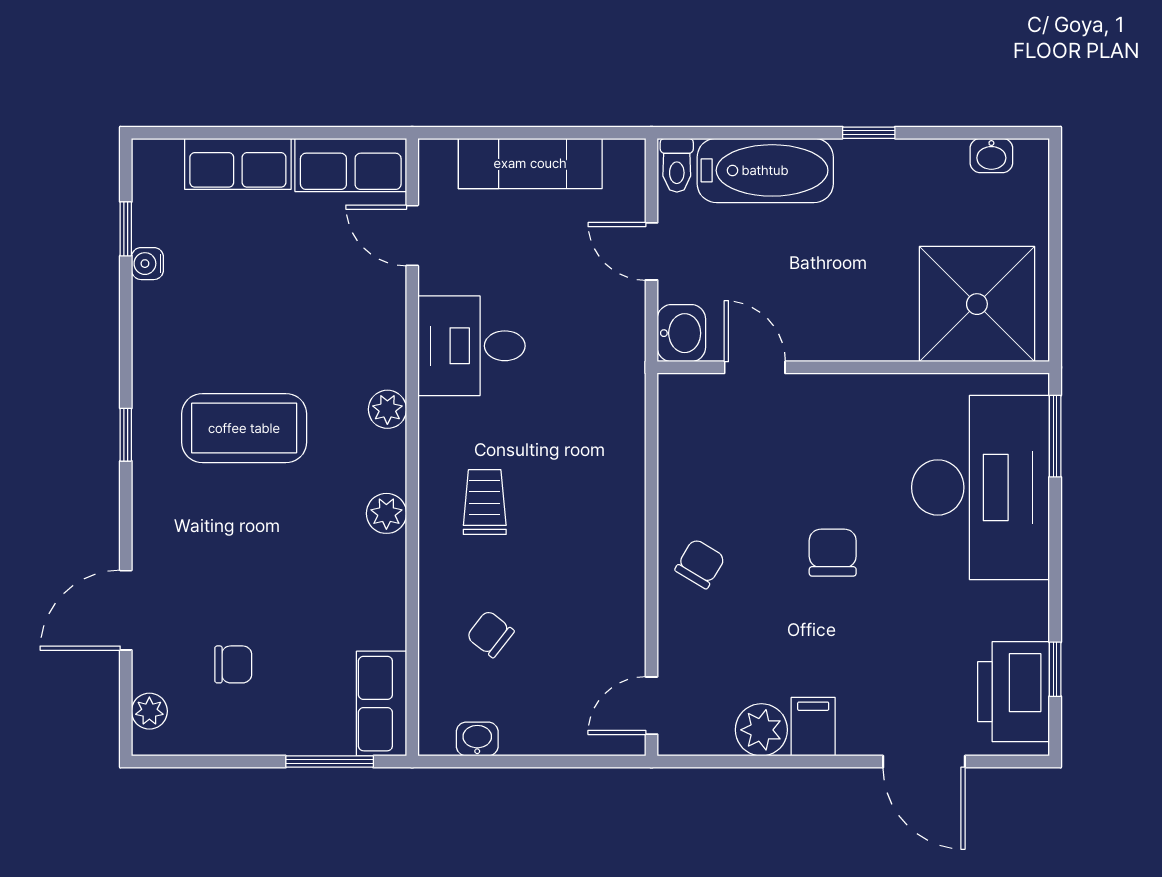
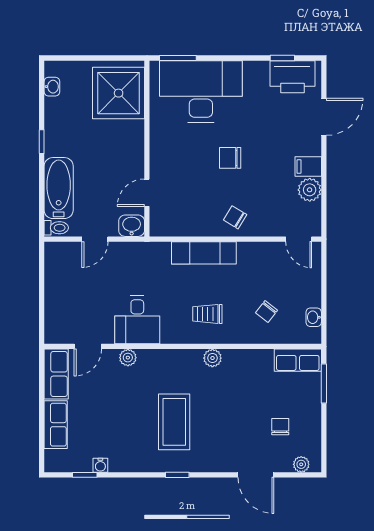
exam couch: (530, 163) -> (204, 253), moved, turned 90
plant: (387, 409) -> (128, 358), moved

